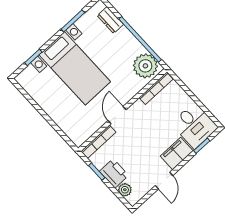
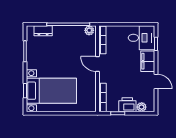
plant: (145, 66) -> (89, 30), width x0.53, depth x0.53
bed with nightstands: (75, 68) -> (51, 91), moved
door: (117, 115) -> (97, 64), moved

